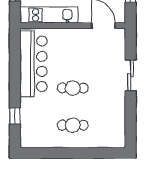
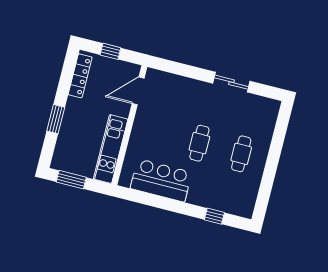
bar counter: (34, 64) -> (161, 180), width x0.73
sliding door: (131, 75) -> (231, 82), moved

